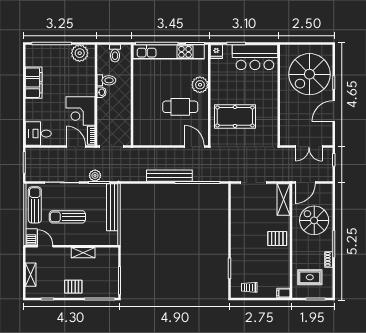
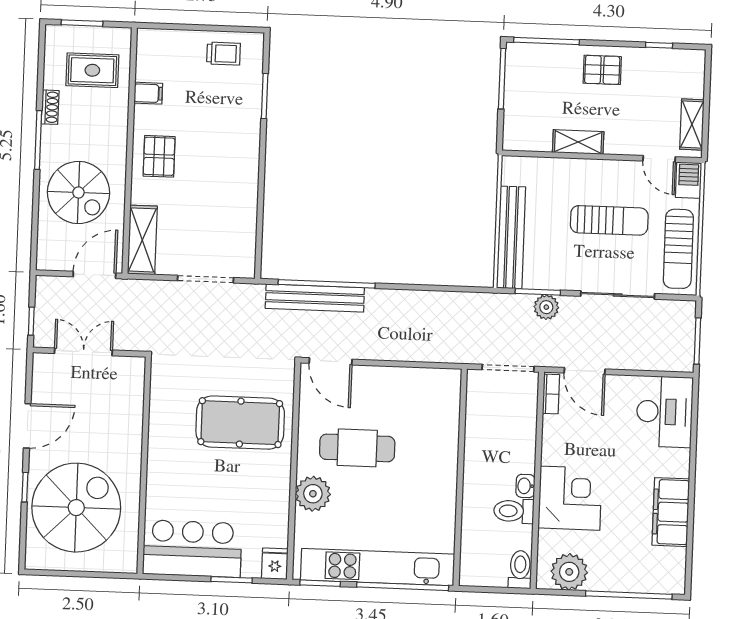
toilet: (115, 53) -> (520, 570), moved
corner desk: (81, 111) -> (570, 498), moved
desk: (38, 134) -> (665, 412), width x1.37
bench: (169, 176) -> (315, 298), moved
pallet: (277, 239) -> (159, 156), turned 90
shelving: (31, 275) -> (692, 125), moved
filing cabinet: (283, 293) -> (148, 93), moved

